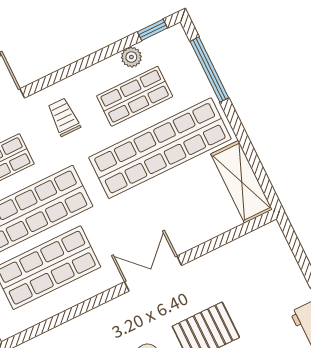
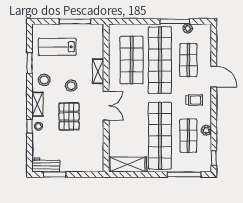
plant: (131, 57) -> (206, 130), moved
shelving: (97, 319) -> (98, 71), added

